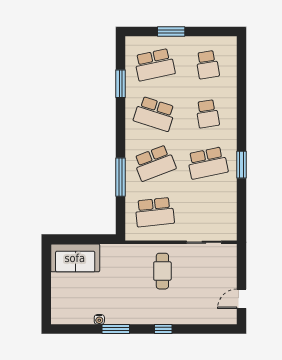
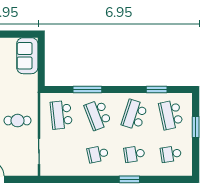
school desk: (207, 163) -> (98, 154), width x0.54
window: (241, 165) -> (129, 179), moved

